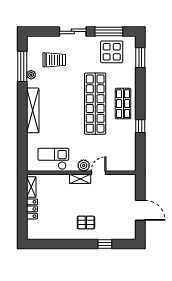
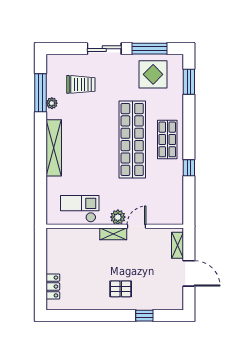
shelving: (31, 187) -> (177, 245), moved
locker: (32, 209) -> (53, 287), moved

